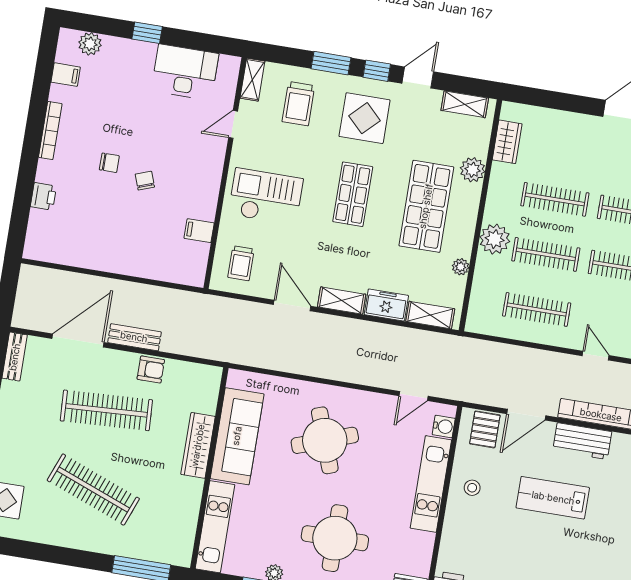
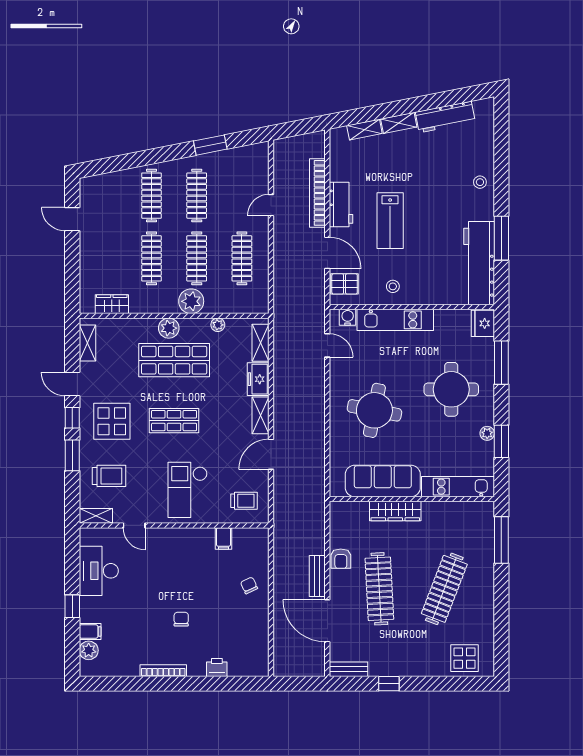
filing cabinet: (66, 75) -> (90, 631), moved, turned 90
plant: (473, 170) -> (169, 328), moved
chair: (145, 181) -> (249, 585), moved, turned 85
armchair: (151, 369) -> (341, 559), turned 180
round table: (325, 440) -> (374, 410), turned 31

